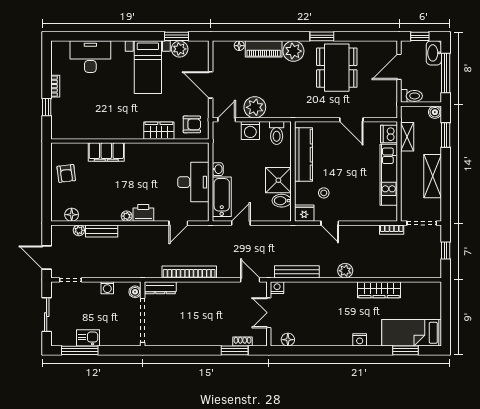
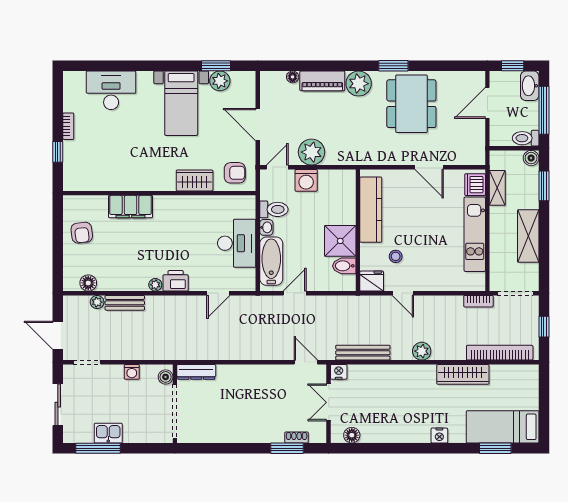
toilet: (412, 96) -> (526, 138), moved, turned 180
toilet: (277, 133) -> (274, 209), moved, turned -90
bookcase: (189, 272) -> (500, 353), moved

